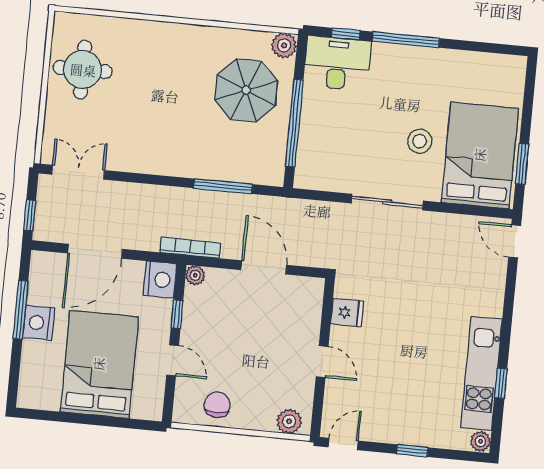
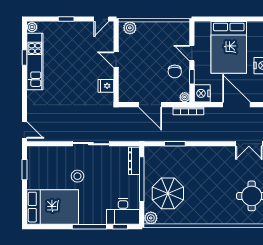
bed: (480, 155) -> (53, 207), moved, turned -90
dresser: (306, 160) -> (134, 161), added
window: (223, 186) -> (175, 144), width x0.69
door: (95, 251) -> (236, 105), hinge flipped
chair: (217, 405) -> (175, 71), moved

